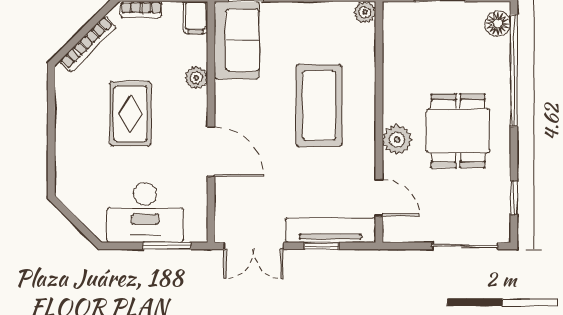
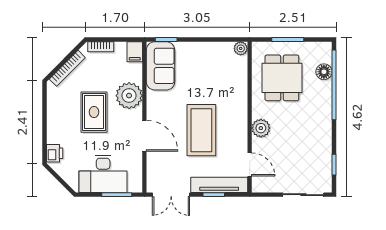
floor lamp: (498, 24) -> (324, 72), moved
plant: (196, 78) -> (129, 96), width x1.88, depth x1.88
coffee table: (319, 106) -> (201, 130), moved
dining table: (458, 131) -> (282, 78), moved
printer: (67, 180) -> (55, 153), added

